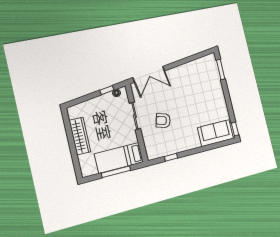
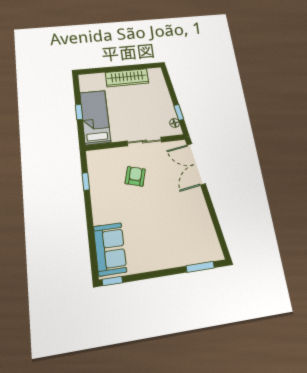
window: (116, 172) -> (79, 112), width x0.46

